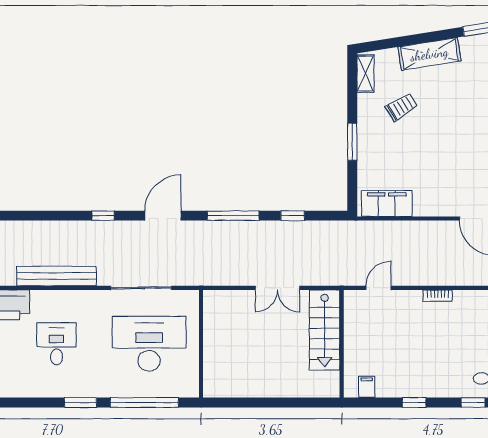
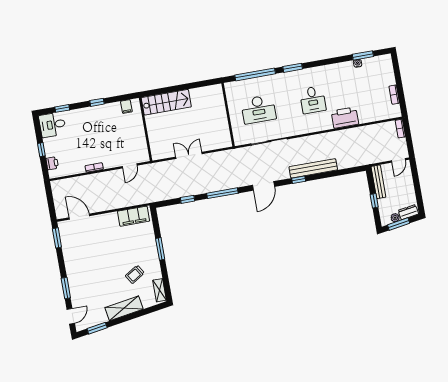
bench: (56, 276) -> (313, 168), moved
stairs: (325, 330) -> (166, 102), moved, turned 90
desk: (149, 344) -> (258, 109), width x0.73, depth x0.77

